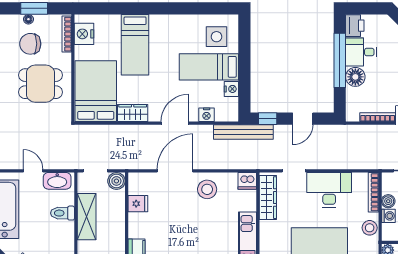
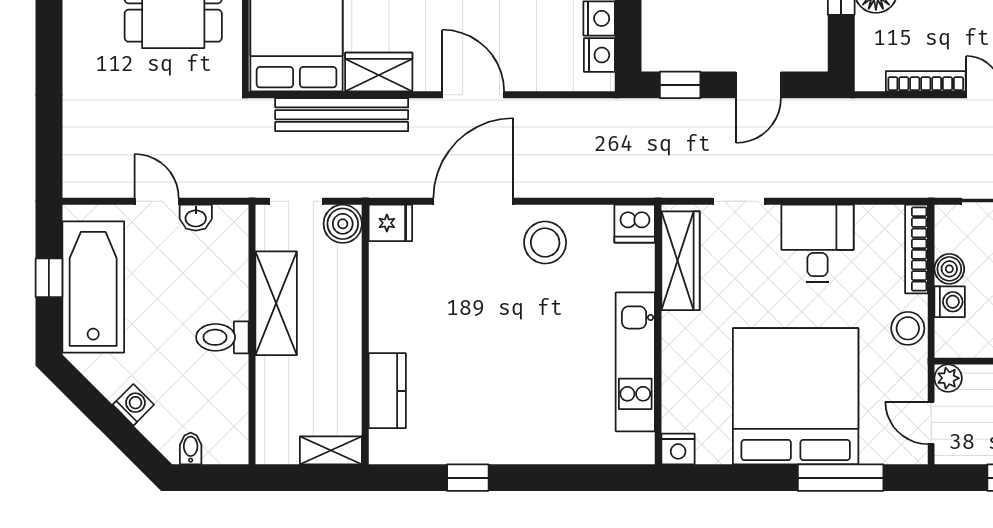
nightstand: (207, 115) -> (599, 55), moved, turned -90
door: (175, 123) -> (473, 95), hinge flipped
bench: (243, 132) -> (342, 115), moved
washbasin: (57, 181) -> (196, 218), width x0.52, depth x0.69
desk: (329, 190) -> (818, 244), width x0.73
fridge: (138, 204) -> (390, 223), moved
toilet: (63, 213) -> (222, 337), moved

